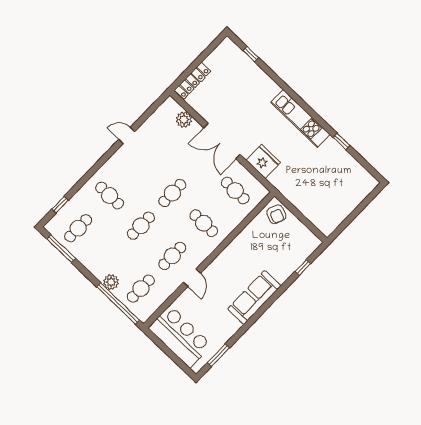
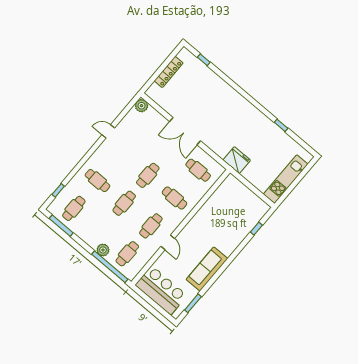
locker: (193, 81) -> (169, 72), moved
kitchen unit: (300, 118) -> (286, 179), moved, turned 90
plant: (184, 120) -> (141, 106), moved
fridge: (263, 161) -> (237, 160), moved
armchair: (276, 214) -> (232, 187), removed
sofa: (254, 297) -> (207, 269), moved

